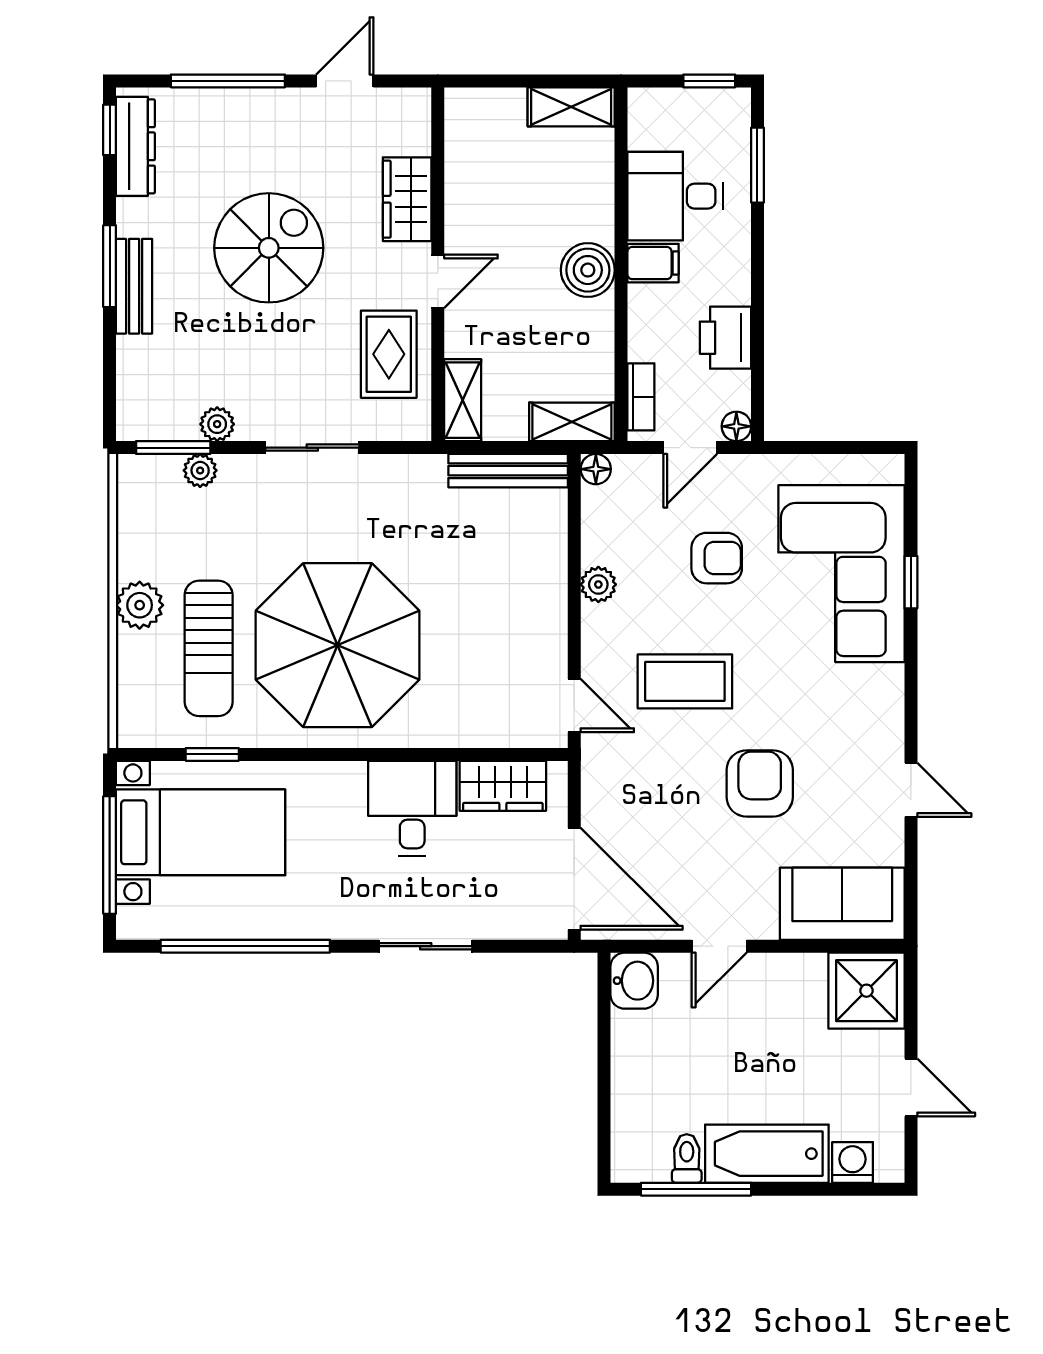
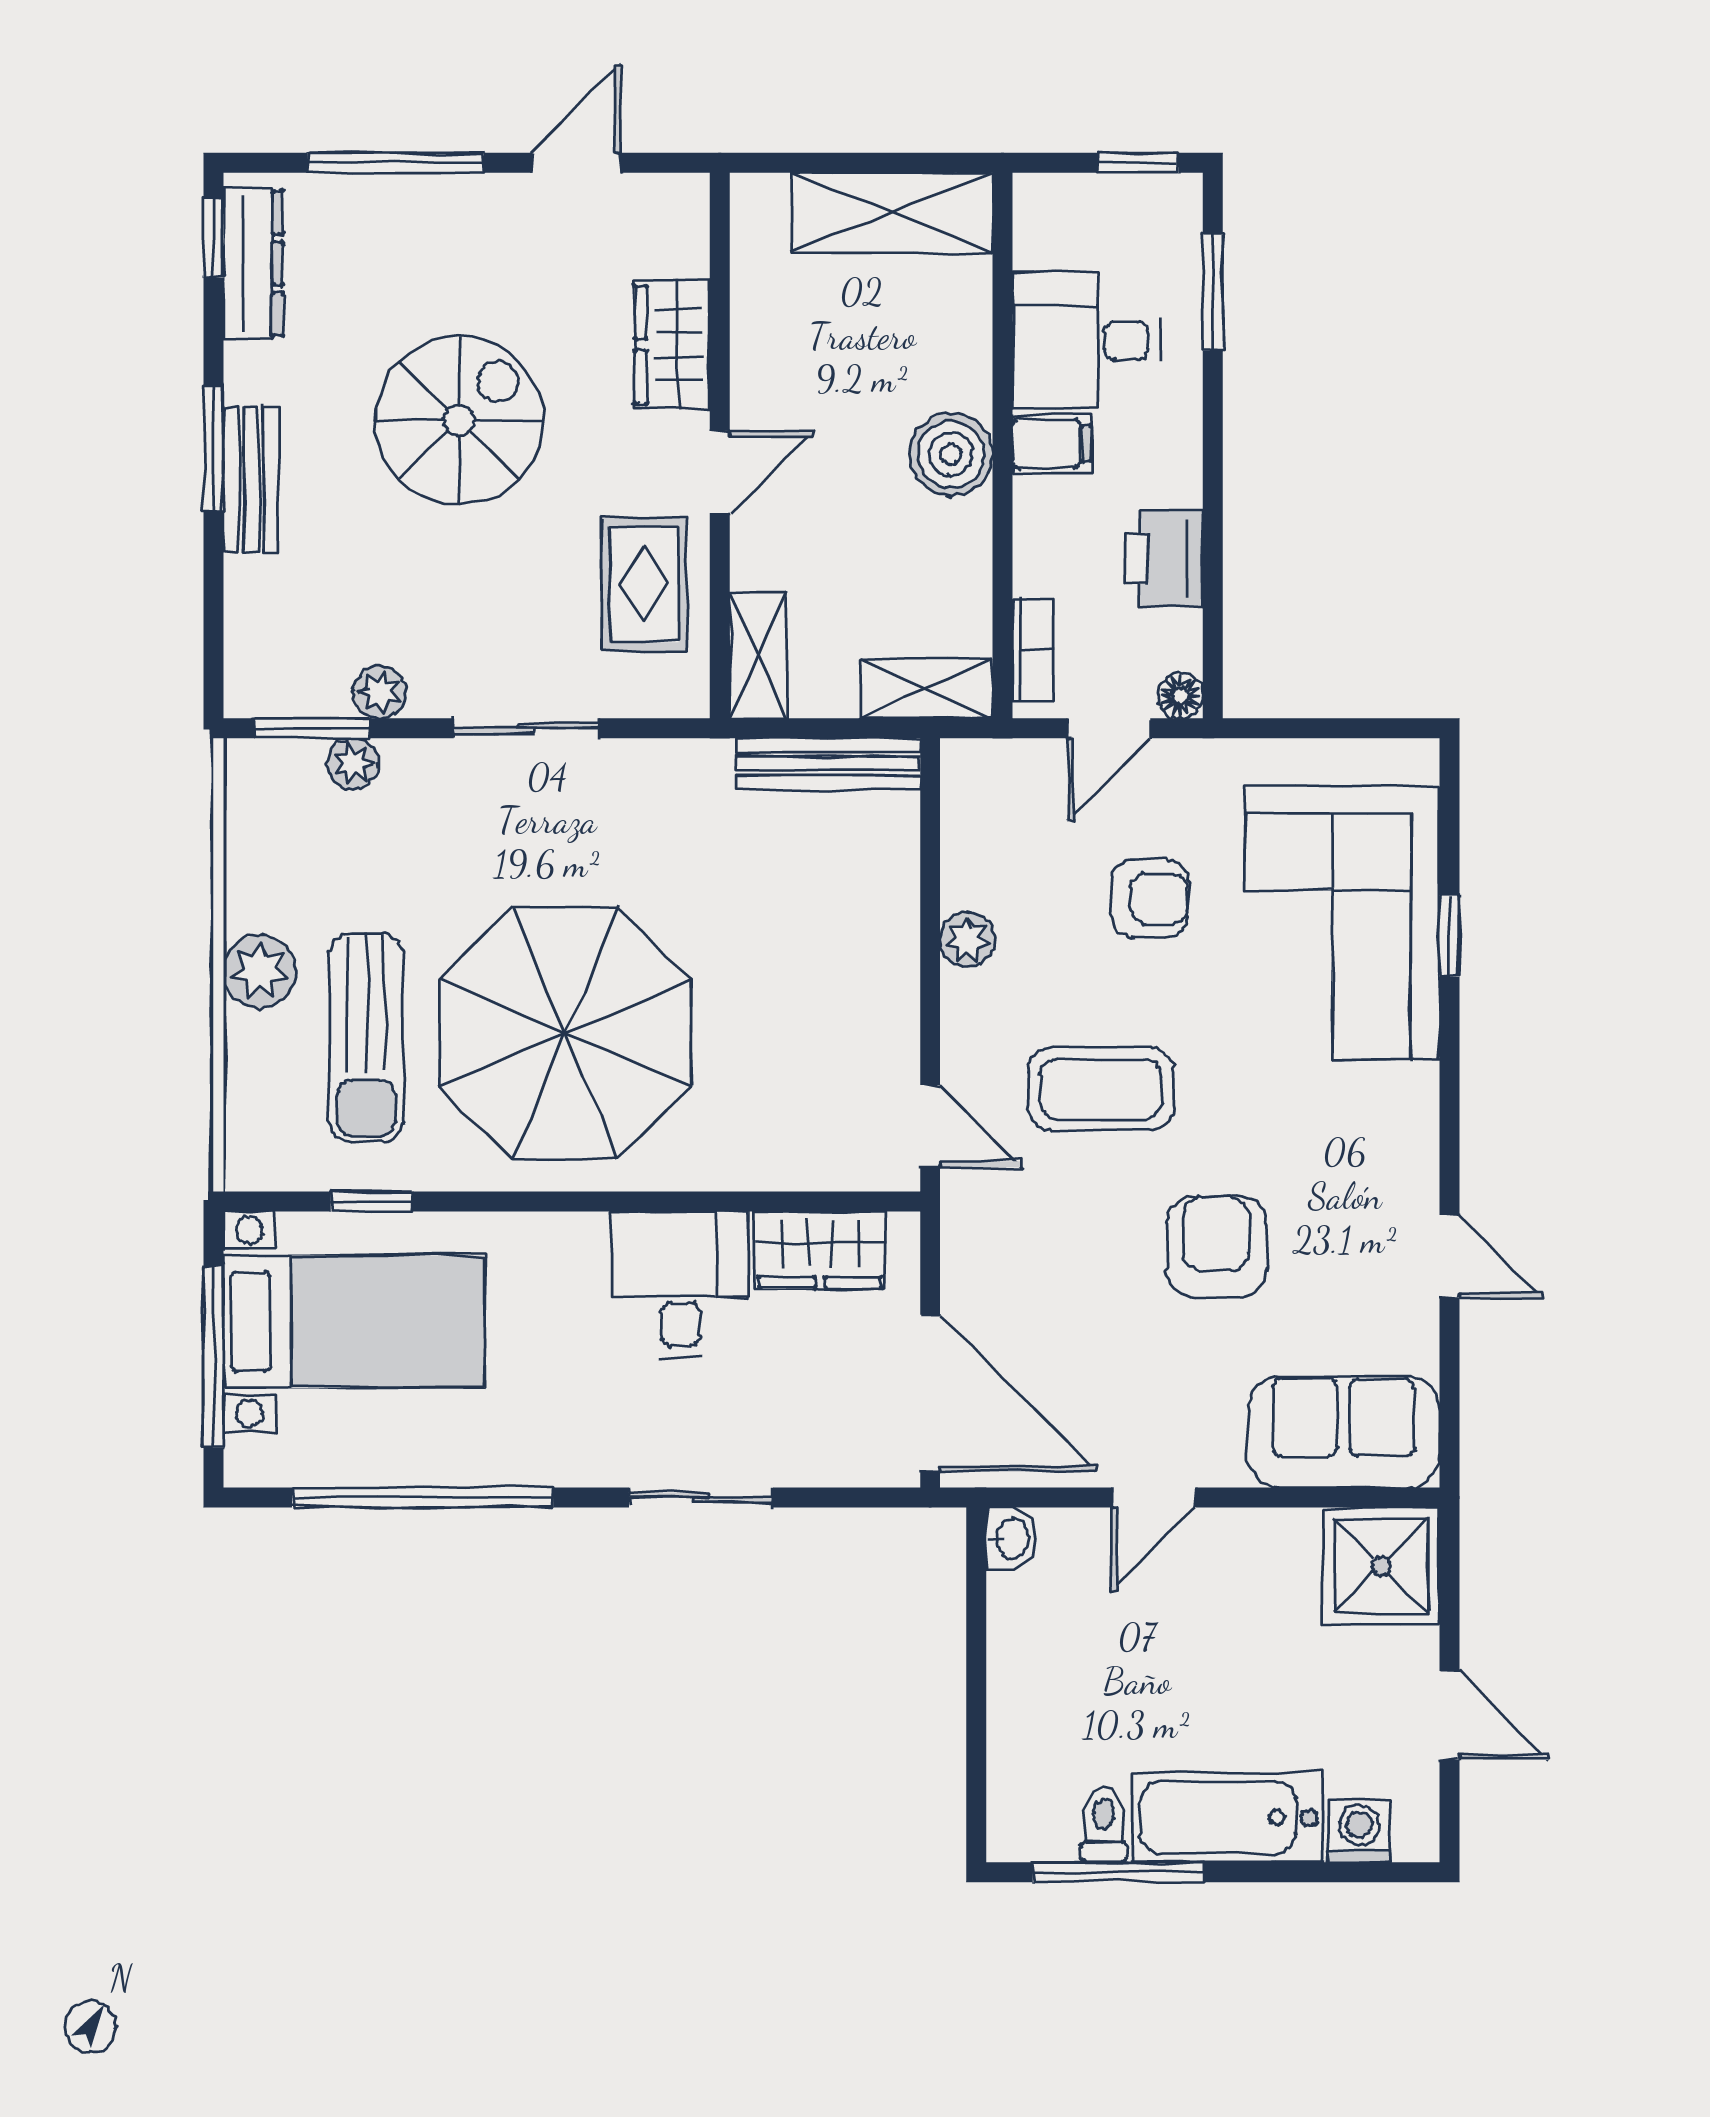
shelving: (571, 107) -> (892, 213), width x1.50, depth x1.33
floor lamp: (596, 469) -> (963, 761), removed
washbasin: (634, 981) -> (1011, 1539), width x0.72, depth x0.69

